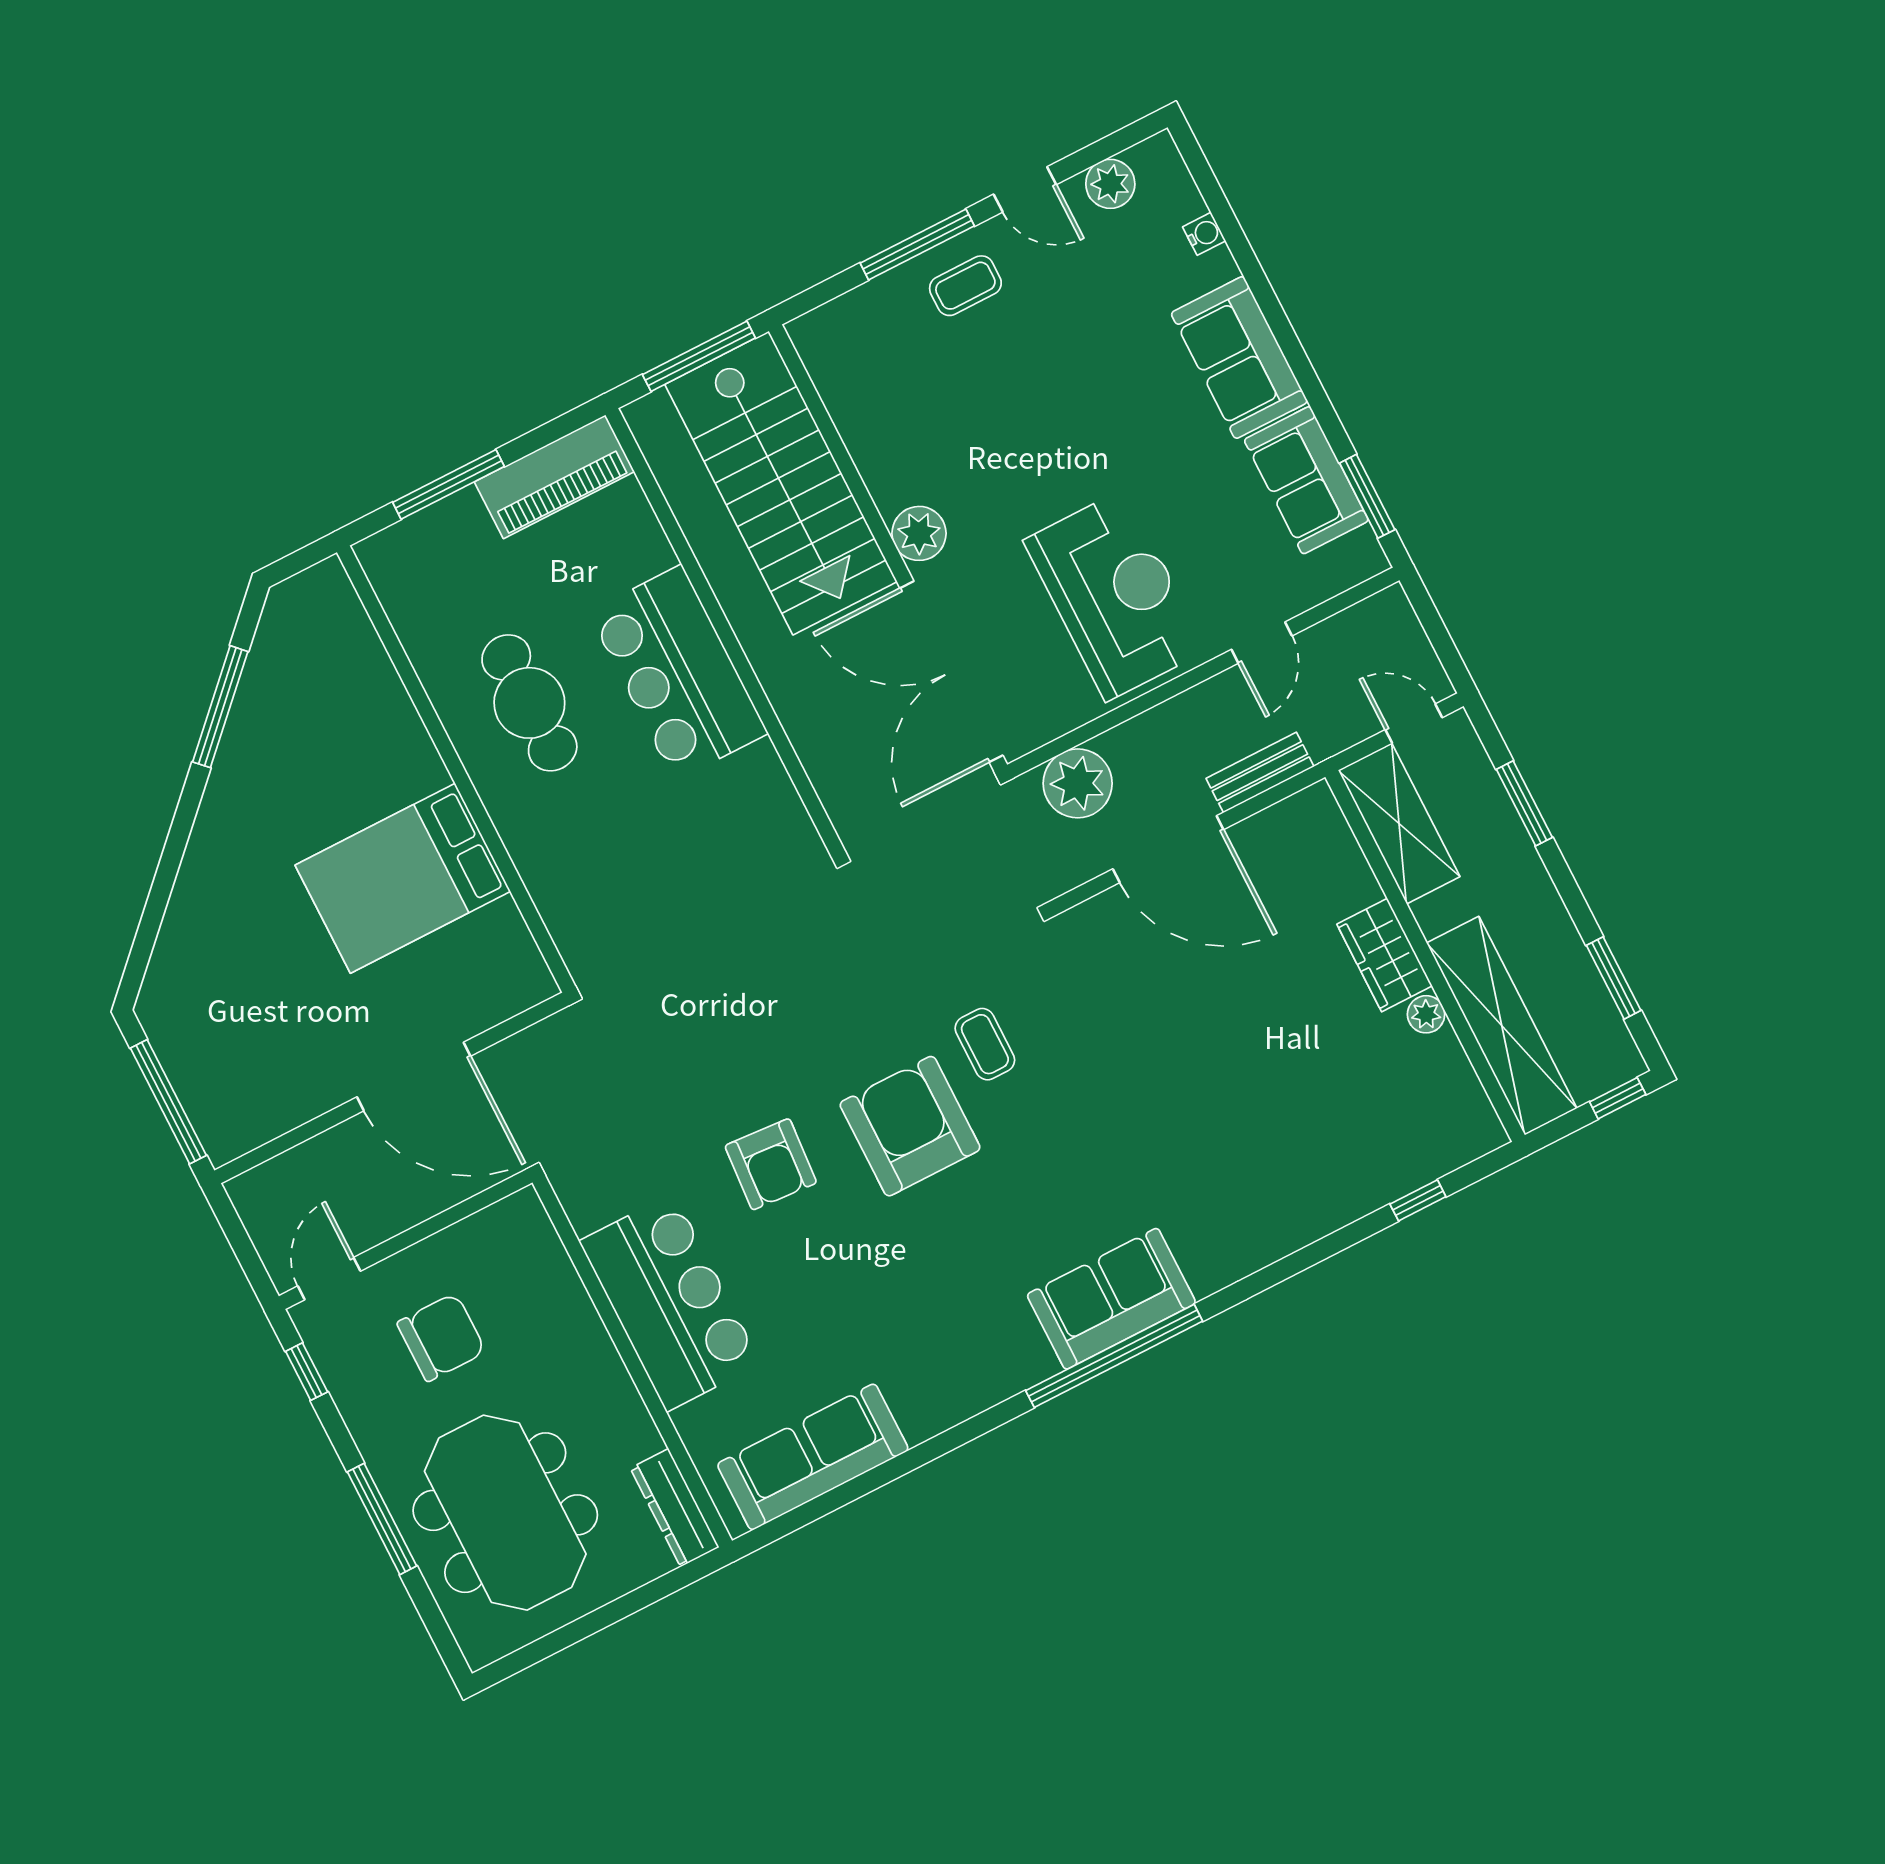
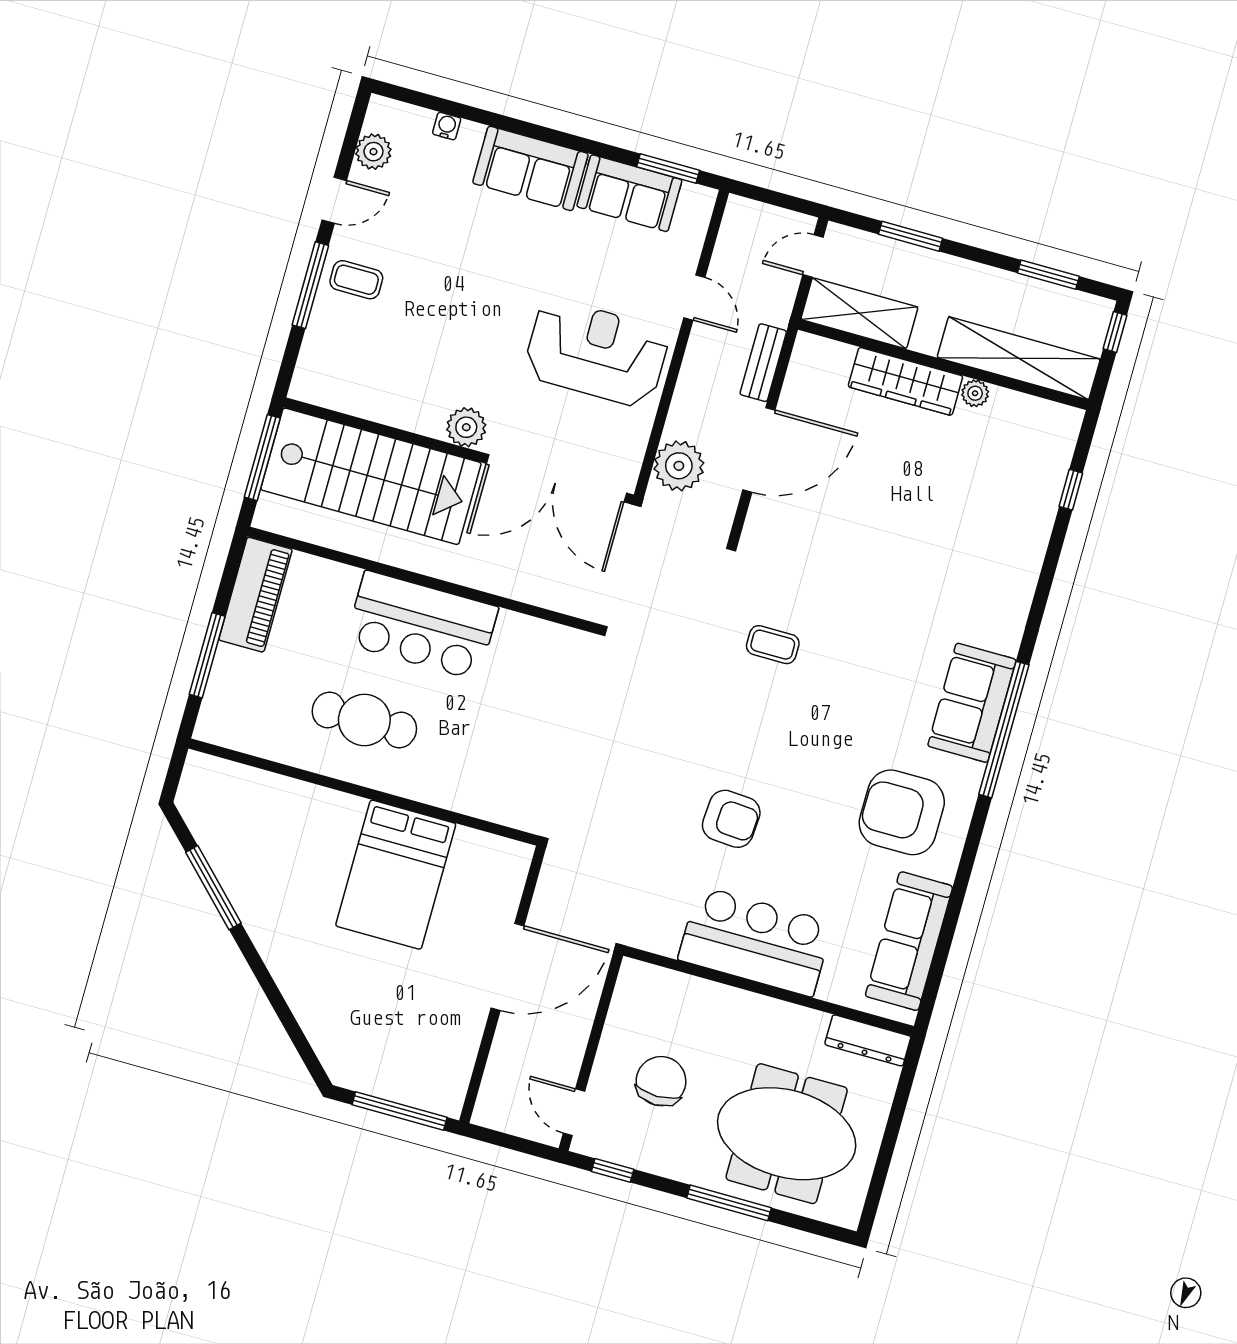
coffee table: (965, 286) -> (356, 280), turned 90
wardrobe: (1385, 955) -> (905, 381), width x1.50
armchair: (910, 1126) -> (902, 812), moved

